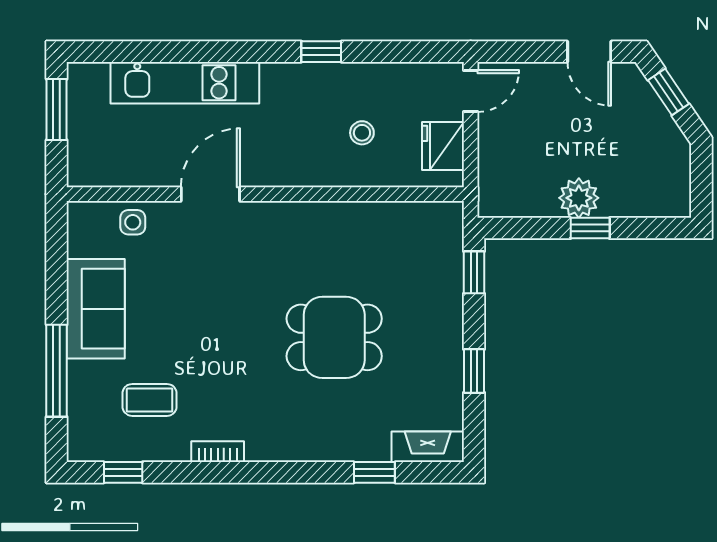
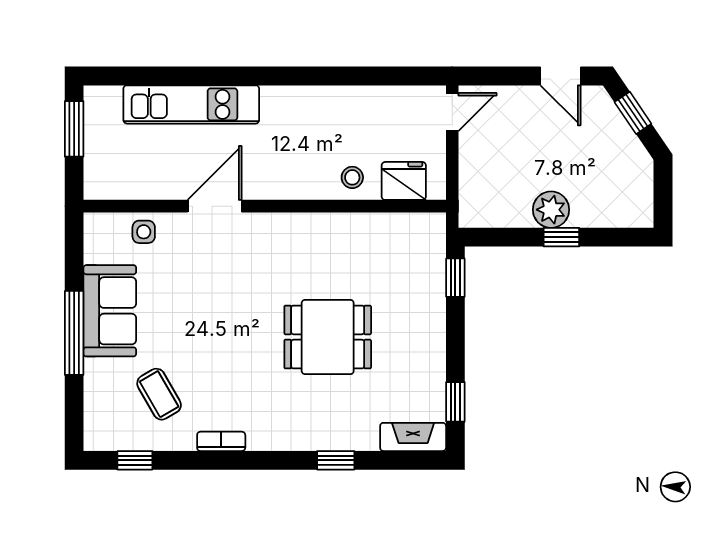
window: (321, 52) -> (316, 76), removed
stool: (362, 133) -> (352, 177), moved
fridge: (443, 146) -> (404, 181), moved, turned 90
window: (57, 371) -> (74, 333), moved
window: (474, 371) -> (455, 402), moved
coffee table: (150, 400) -> (159, 394), turned 60
window: (374, 472) -> (336, 460), moved

